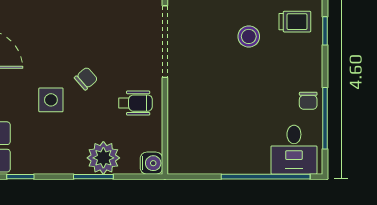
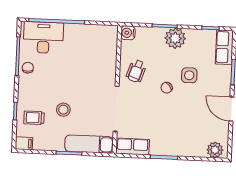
wheelchair: (135, 103) -> (136, 71), turned -71
desk: (294, 150) -> (43, 38), width x1.37
plant: (103, 158) -> (175, 38), moved

